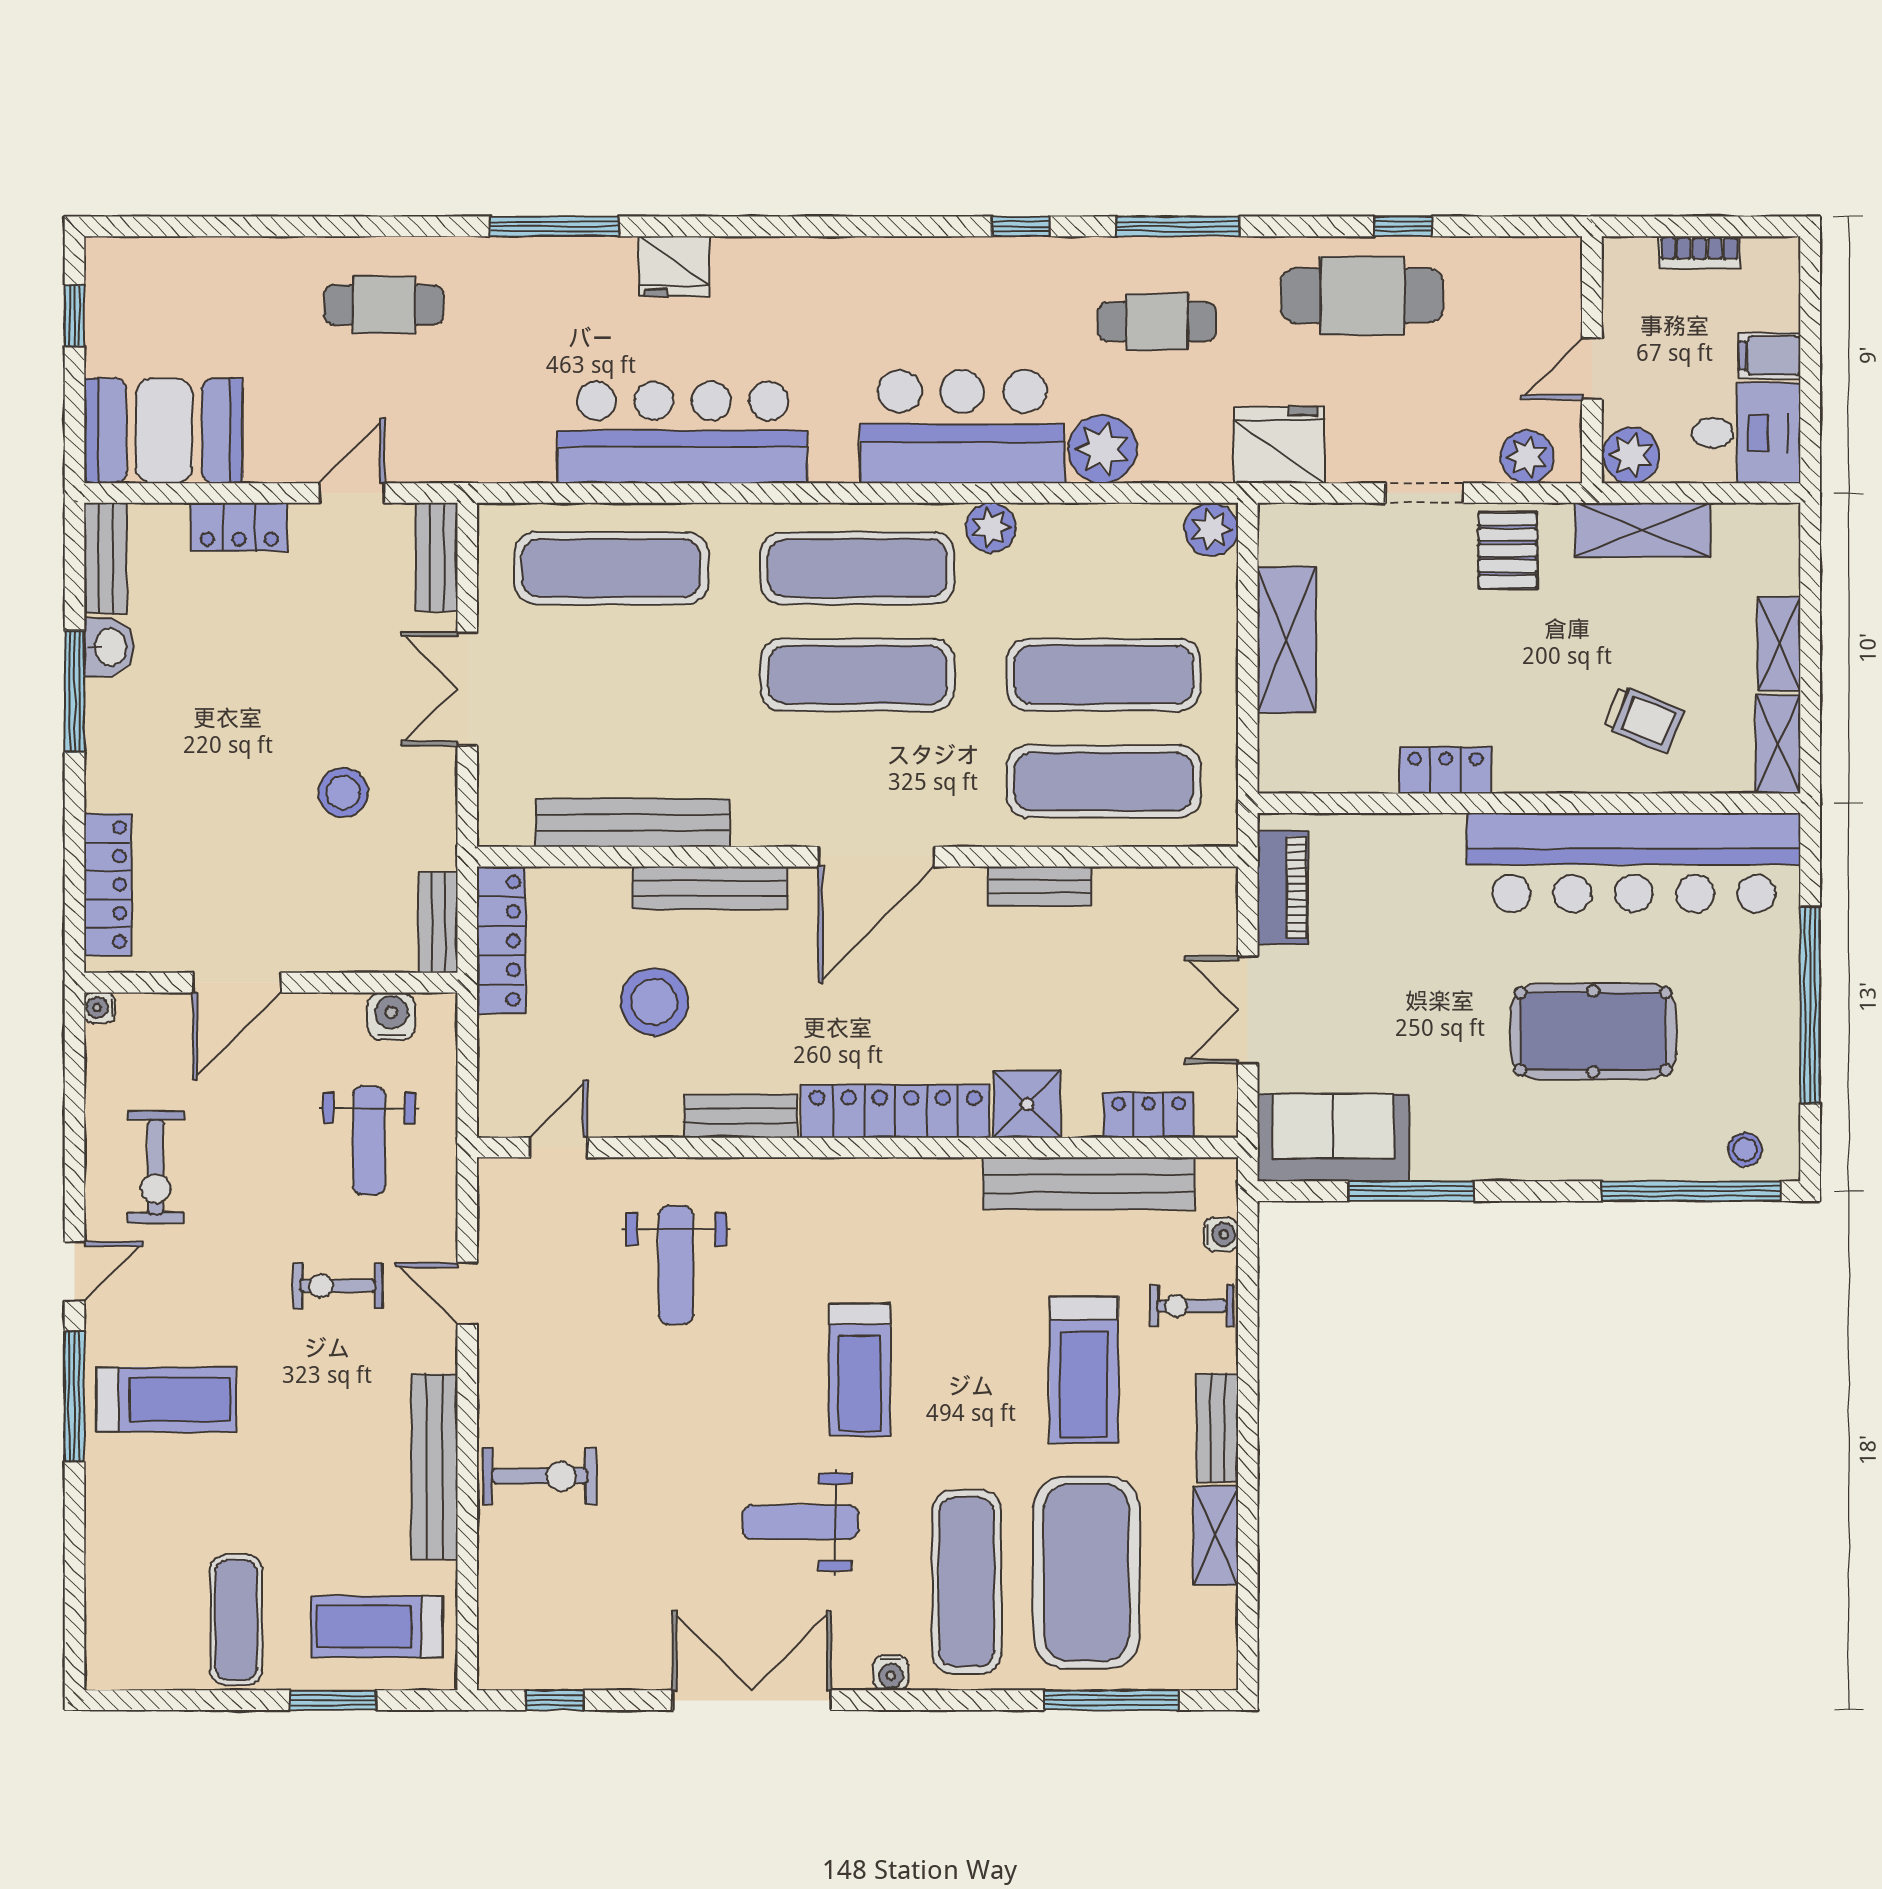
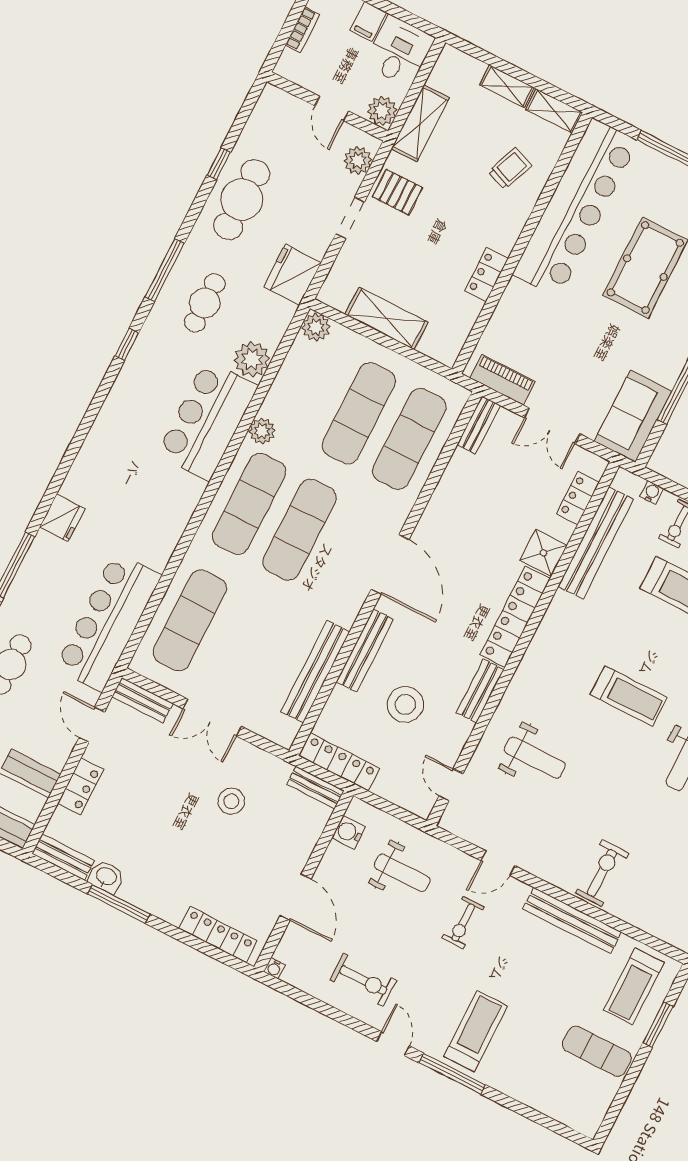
bar counter: (682, 432) -> (108, 622), moved
bench: (1040, 886) -> (479, 425), moved

